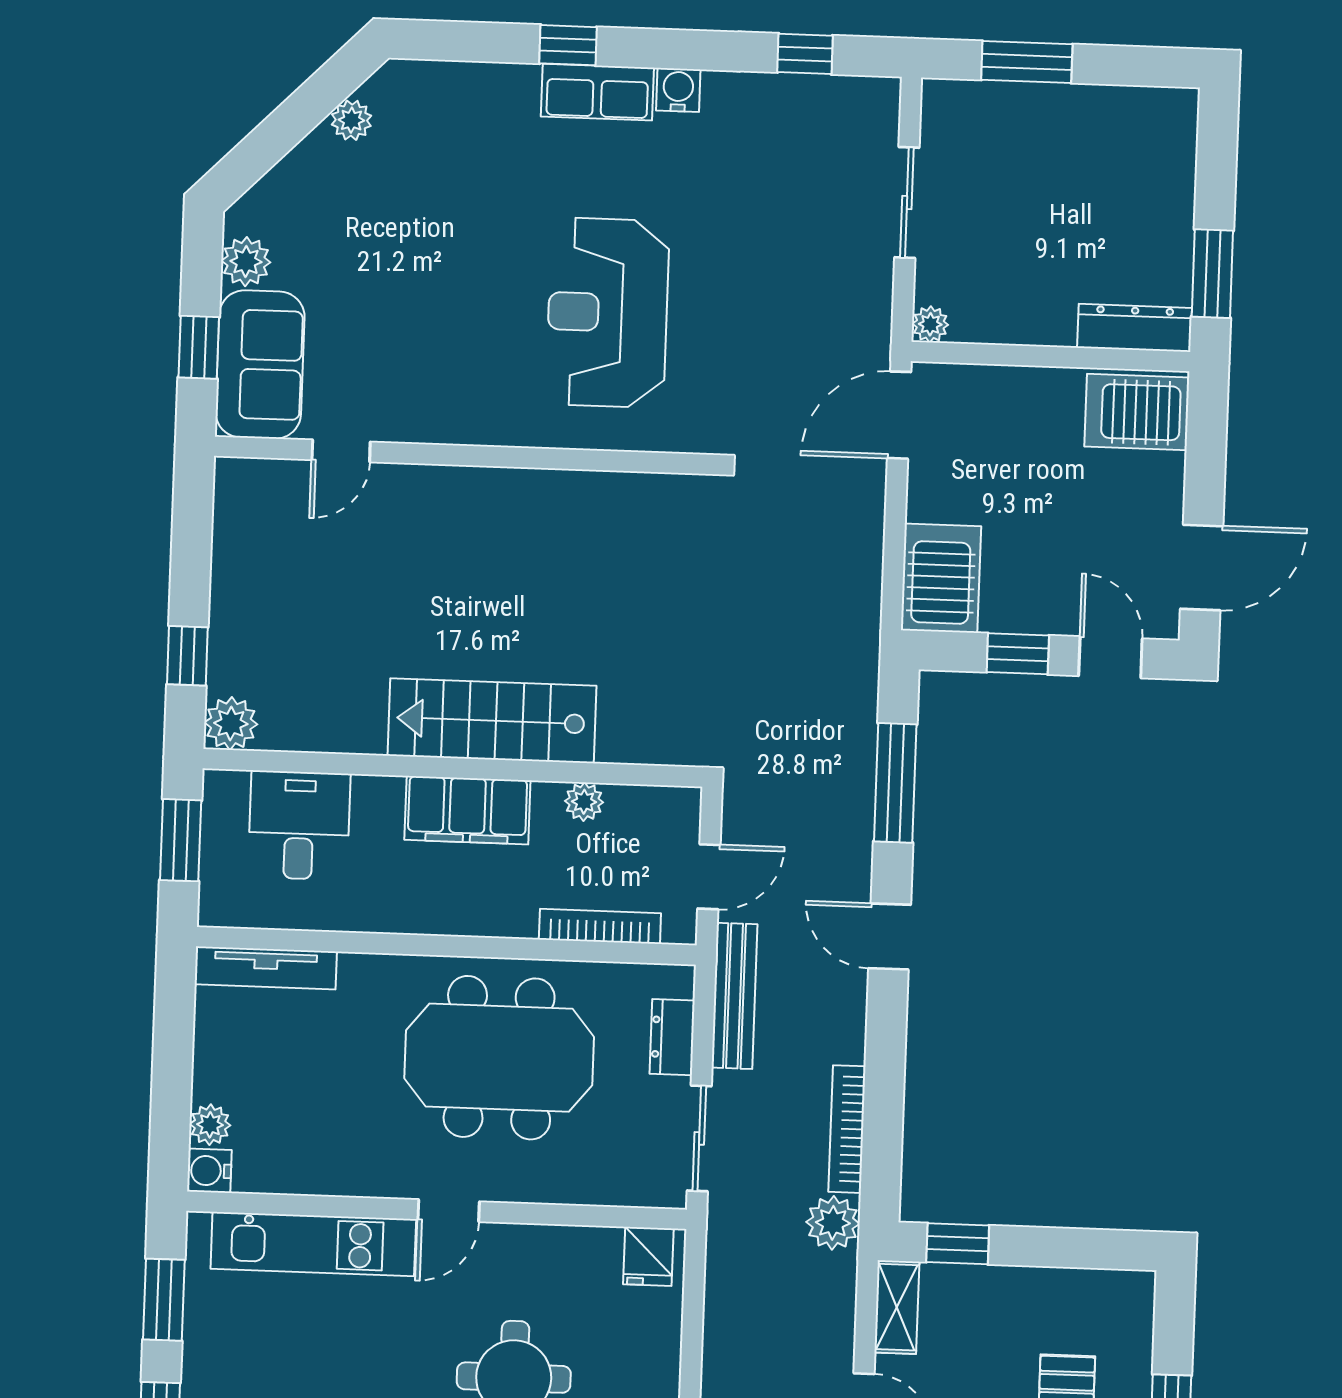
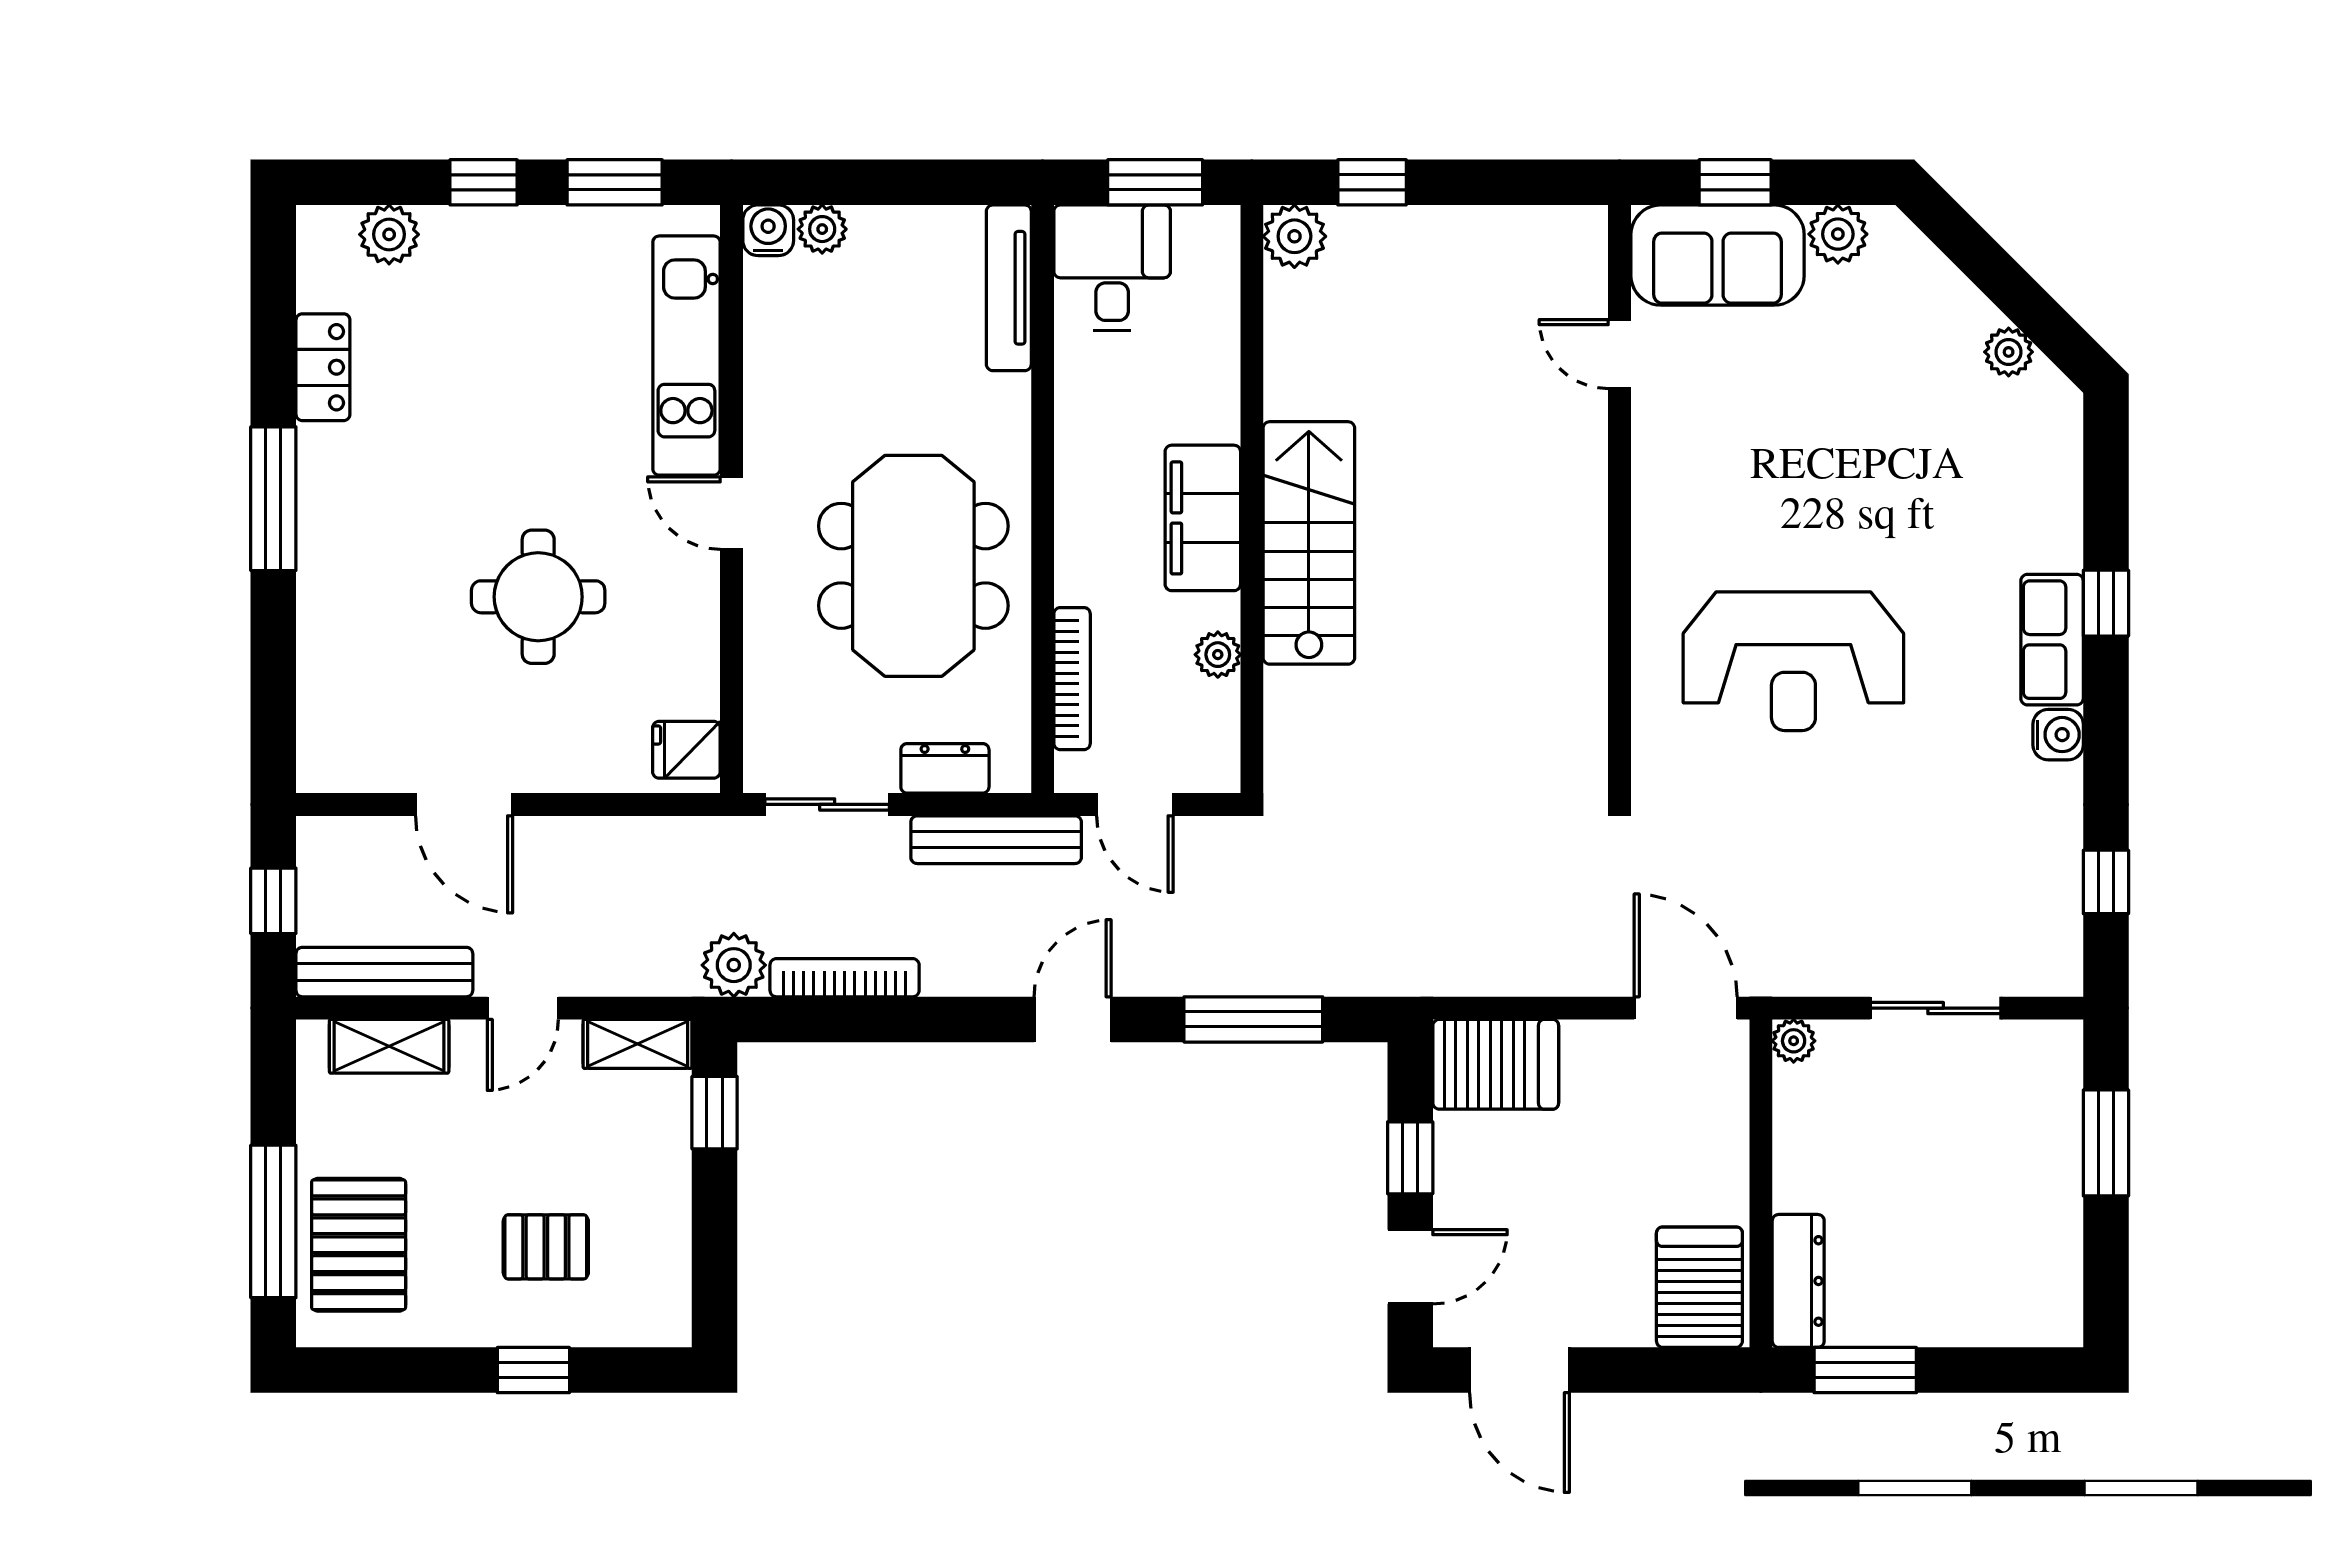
reception desk: (608, 313) -> (1793, 661), turned 180
desk: (299, 825) -> (1112, 268), moved, turned -90

